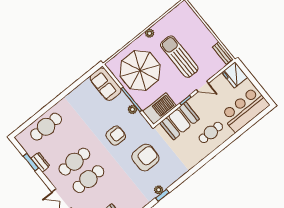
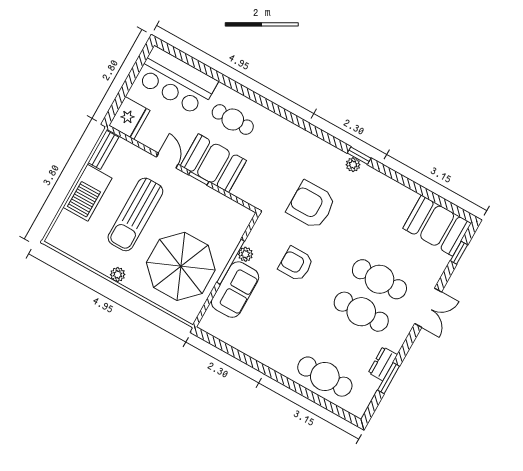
sofa: (106, 84) -> (235, 290), moved
barbecue: (160, 109) -> (88, 193), moved, turned -90
booth: (180, 121) -> (213, 163), moved

